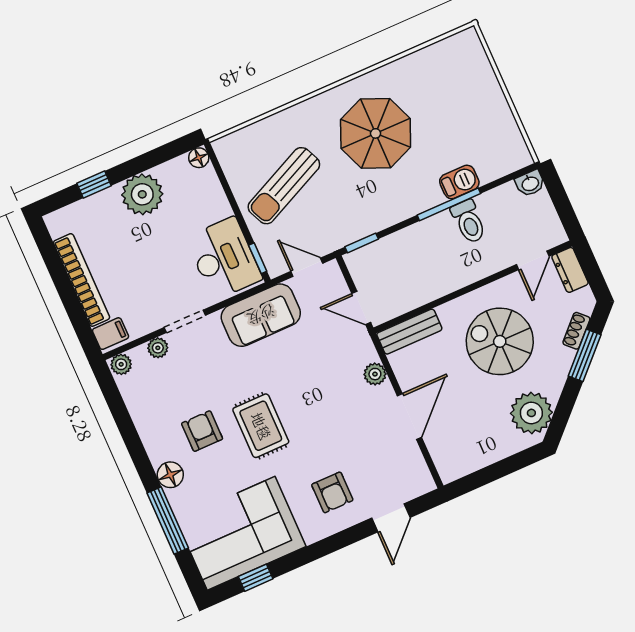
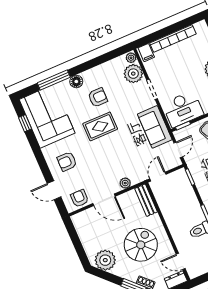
plant: (158, 348) -> (133, 74), width x1.87, depth x1.87
armchair: (407, 466) -> (80, 198), added

